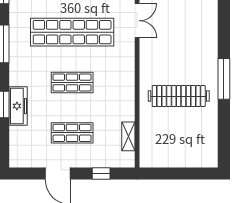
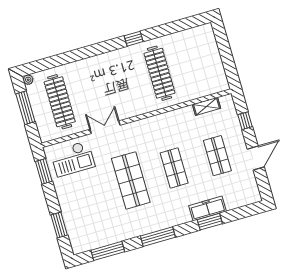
shop shelf: (72, 32) -> (131, 180), width x0.71
window: (224, 79) -> (134, 39), width x0.46

